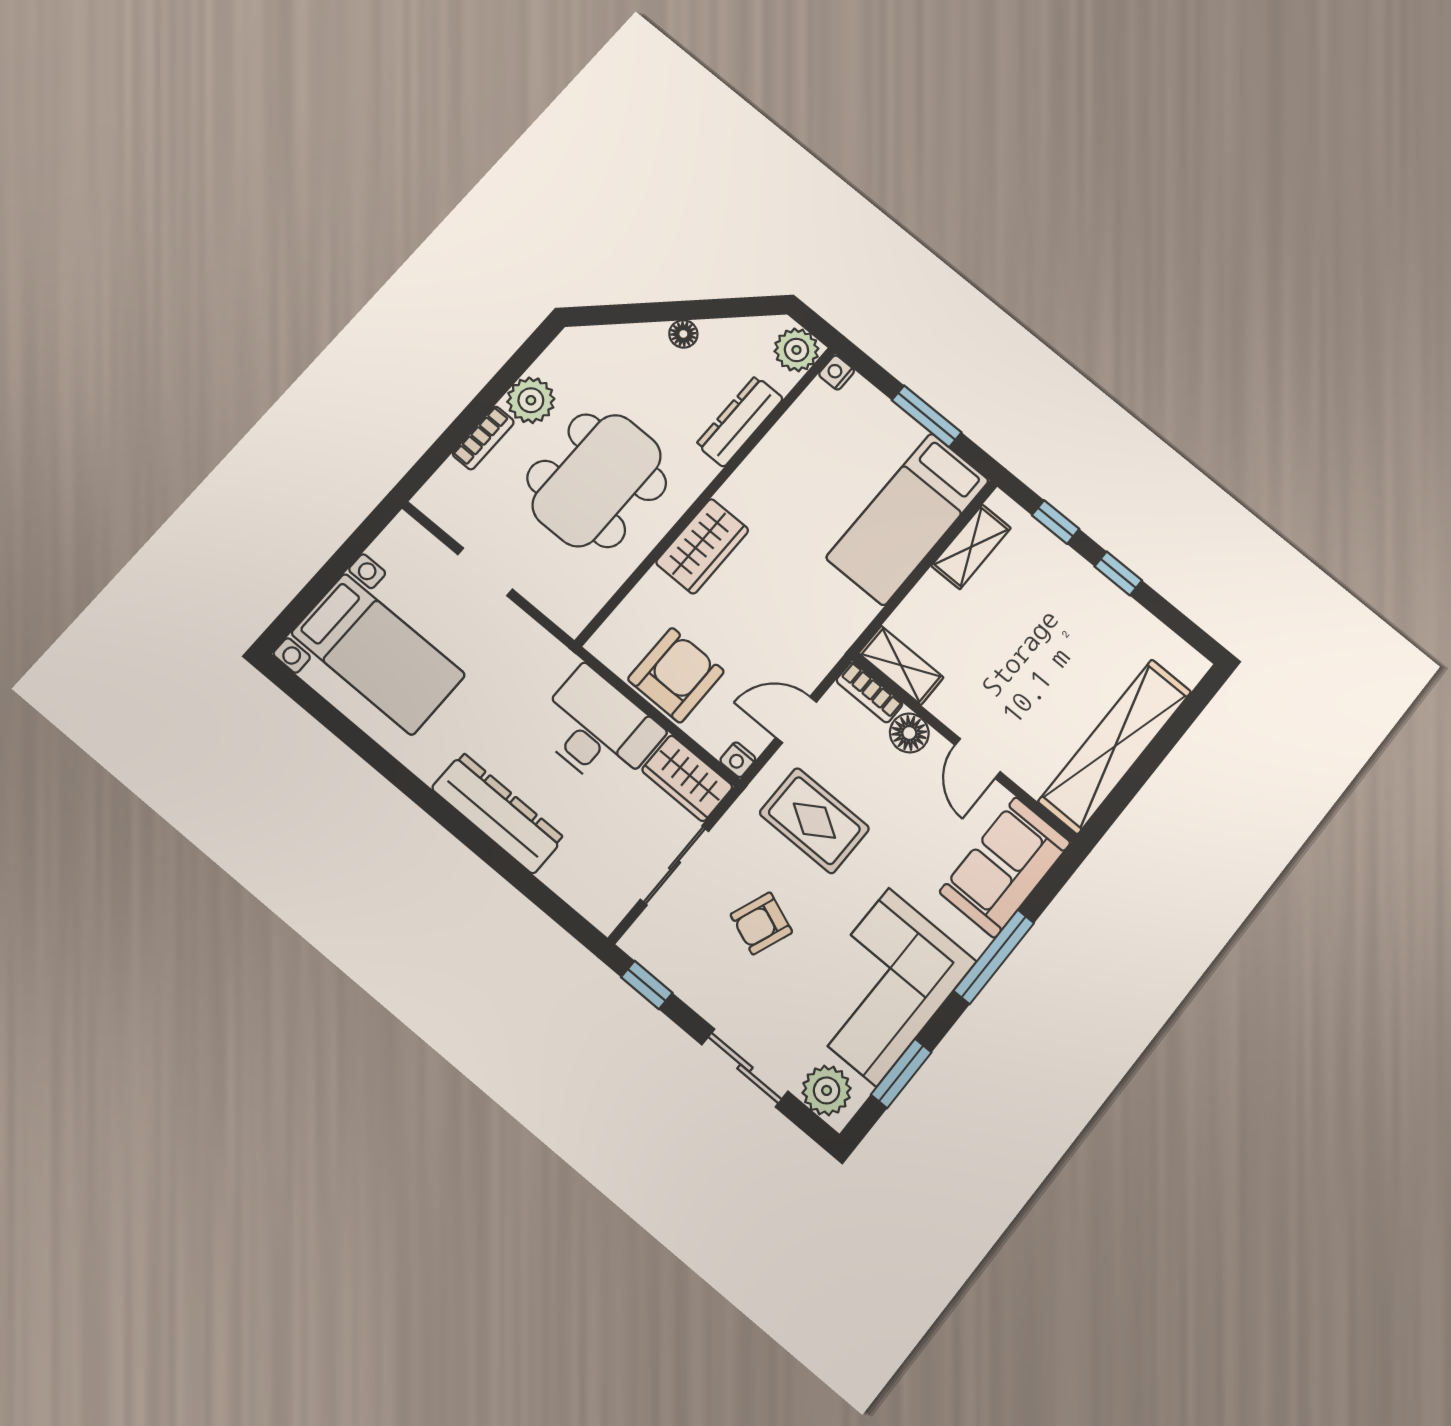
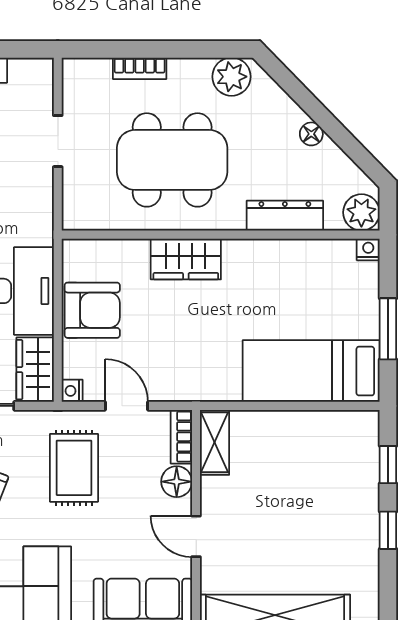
plant: (531, 400) -> (231, 77), moved
shelving: (971, 547) -> (327, 425), removed
door: (978, 758) -> (196, 536), hinge flipped

